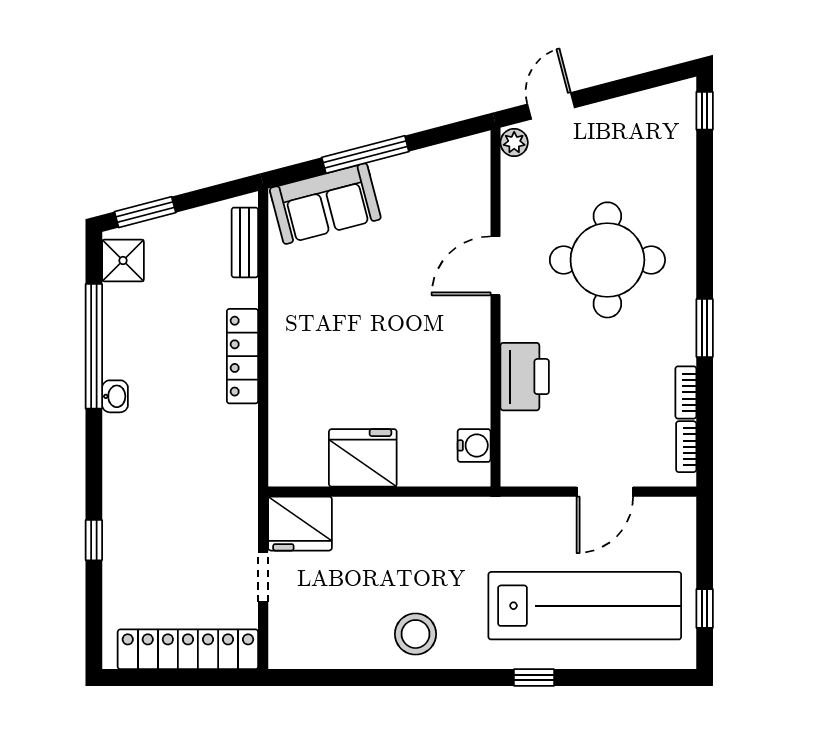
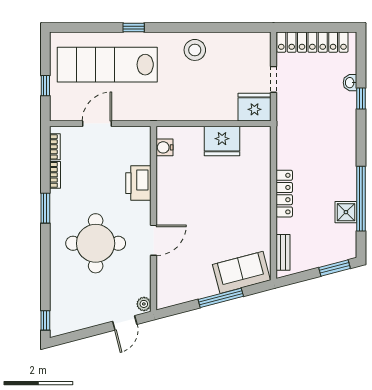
shower: (123, 260) -> (346, 212), moved
washbasin: (115, 396) -> (350, 83), moved
window: (705, 608) -> (45, 86), moved

